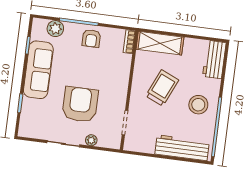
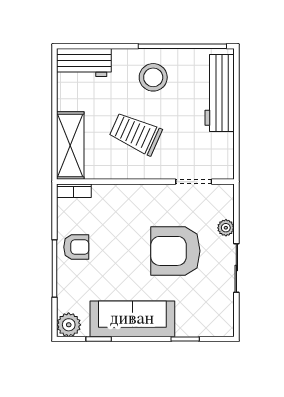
plant: (55, 29) -> (69, 325), moved

